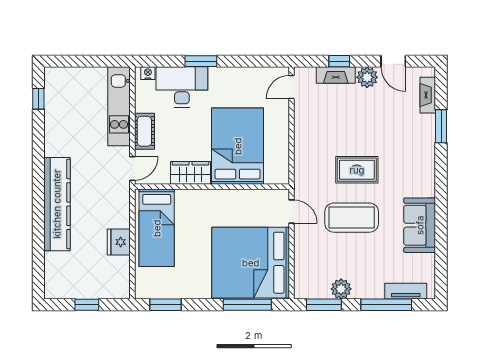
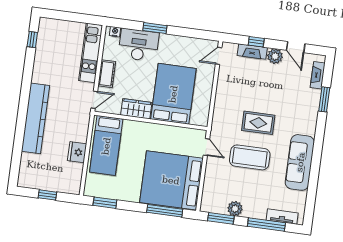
sofa: (420, 225) -> (300, 162), width x1.36

